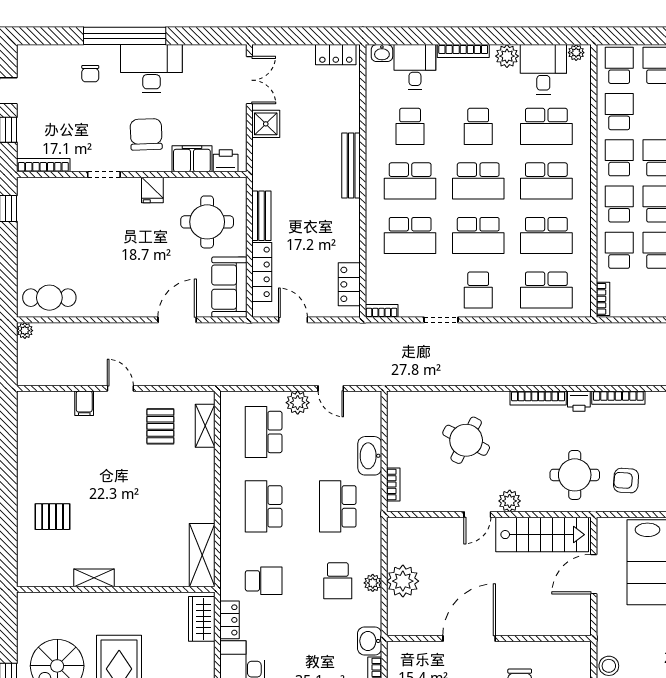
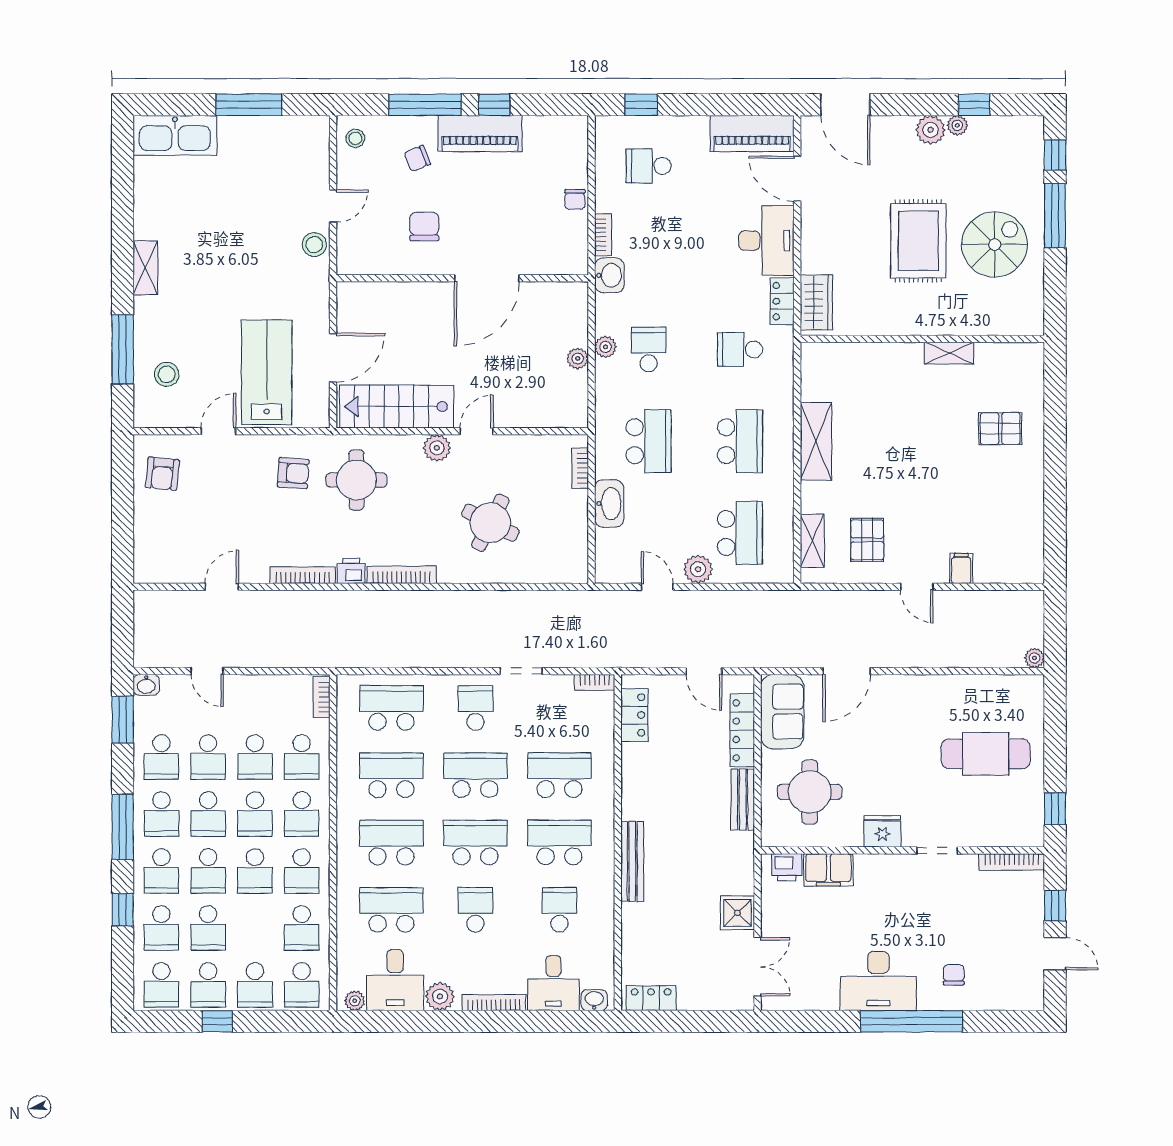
double door: (249, 80) -> (758, 967), swing flipped
chair: (146, 134) -> (885, 900), removed
fridge: (152, 190) -> (882, 831), width x1.38
cafe table: (49, 298) -> (986, 754), moved, width x1.37, depth x1.35
shelving: (202, 555) -> (816, 441), moved
plant: (403, 581) -> (578, 358), width x0.53, depth x0.53

